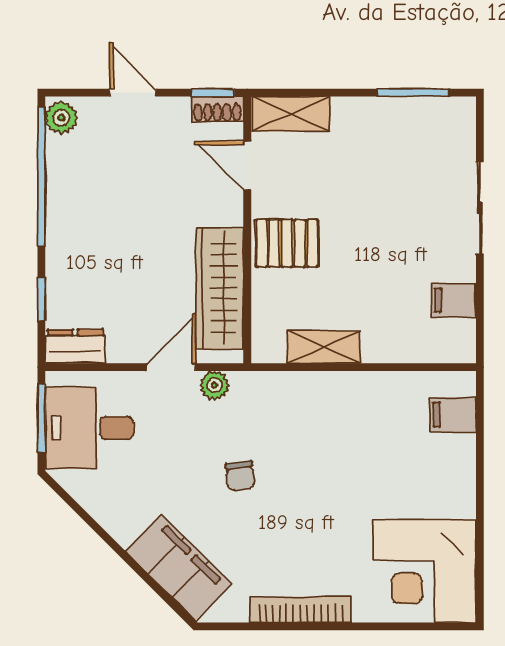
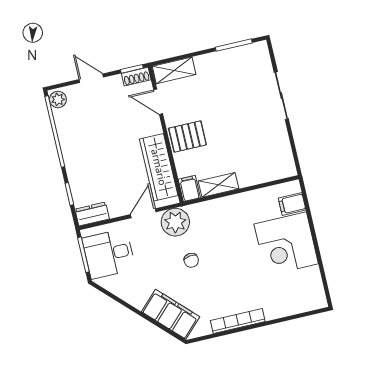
filing cabinet: (454, 300) -> (189, 188), moved, turned 90
plant: (215, 385) -> (175, 222), width x1.88, depth x1.88
corner desk: (425, 571) -> (286, 244), moved

